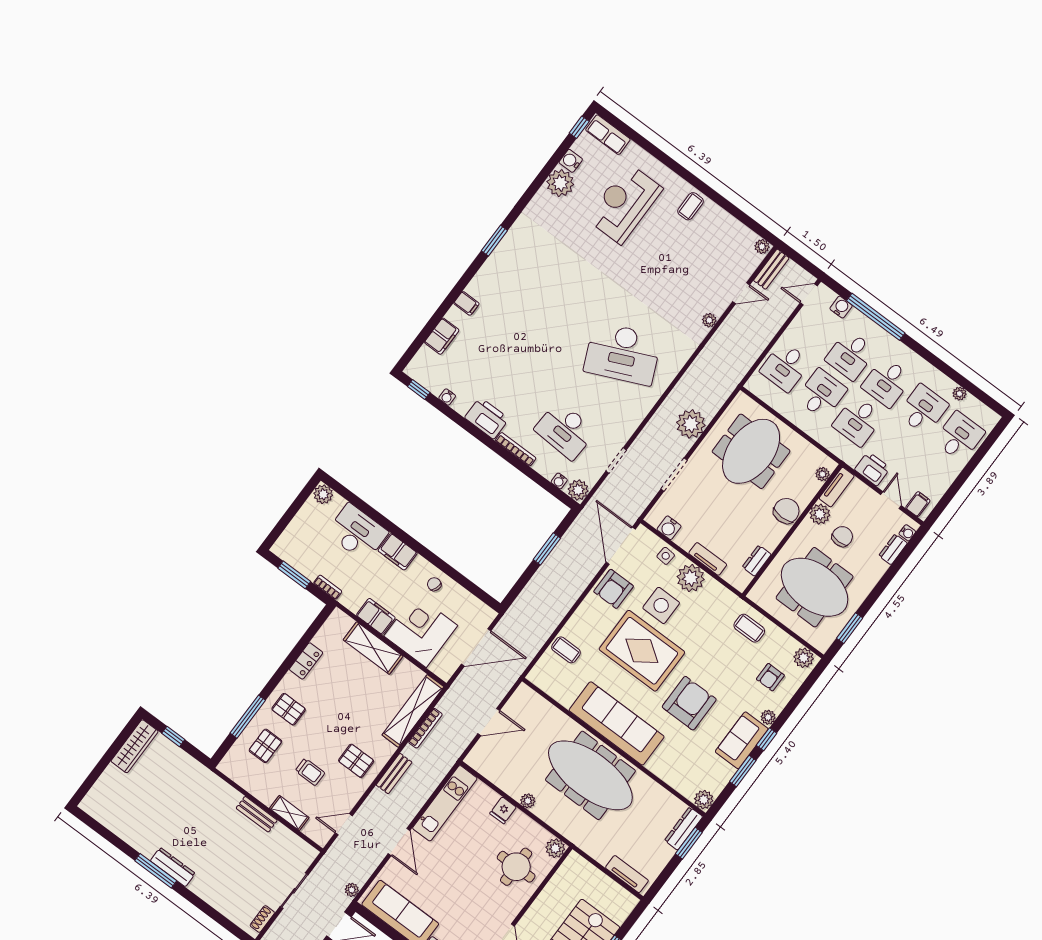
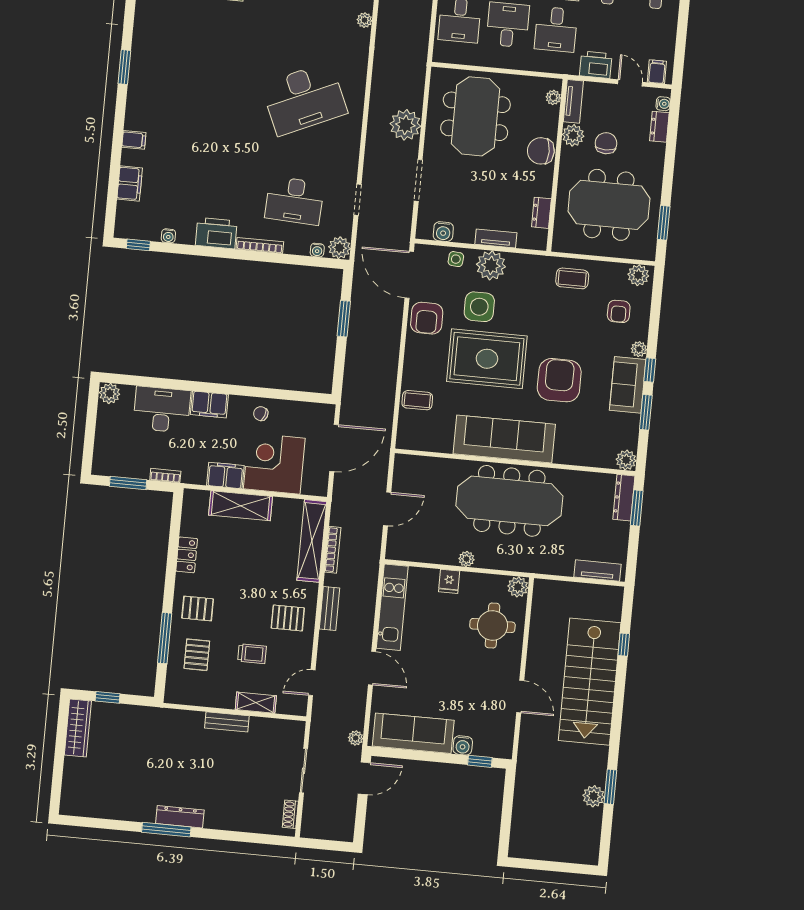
chair: (786, 511) -> (541, 151), turned -90

